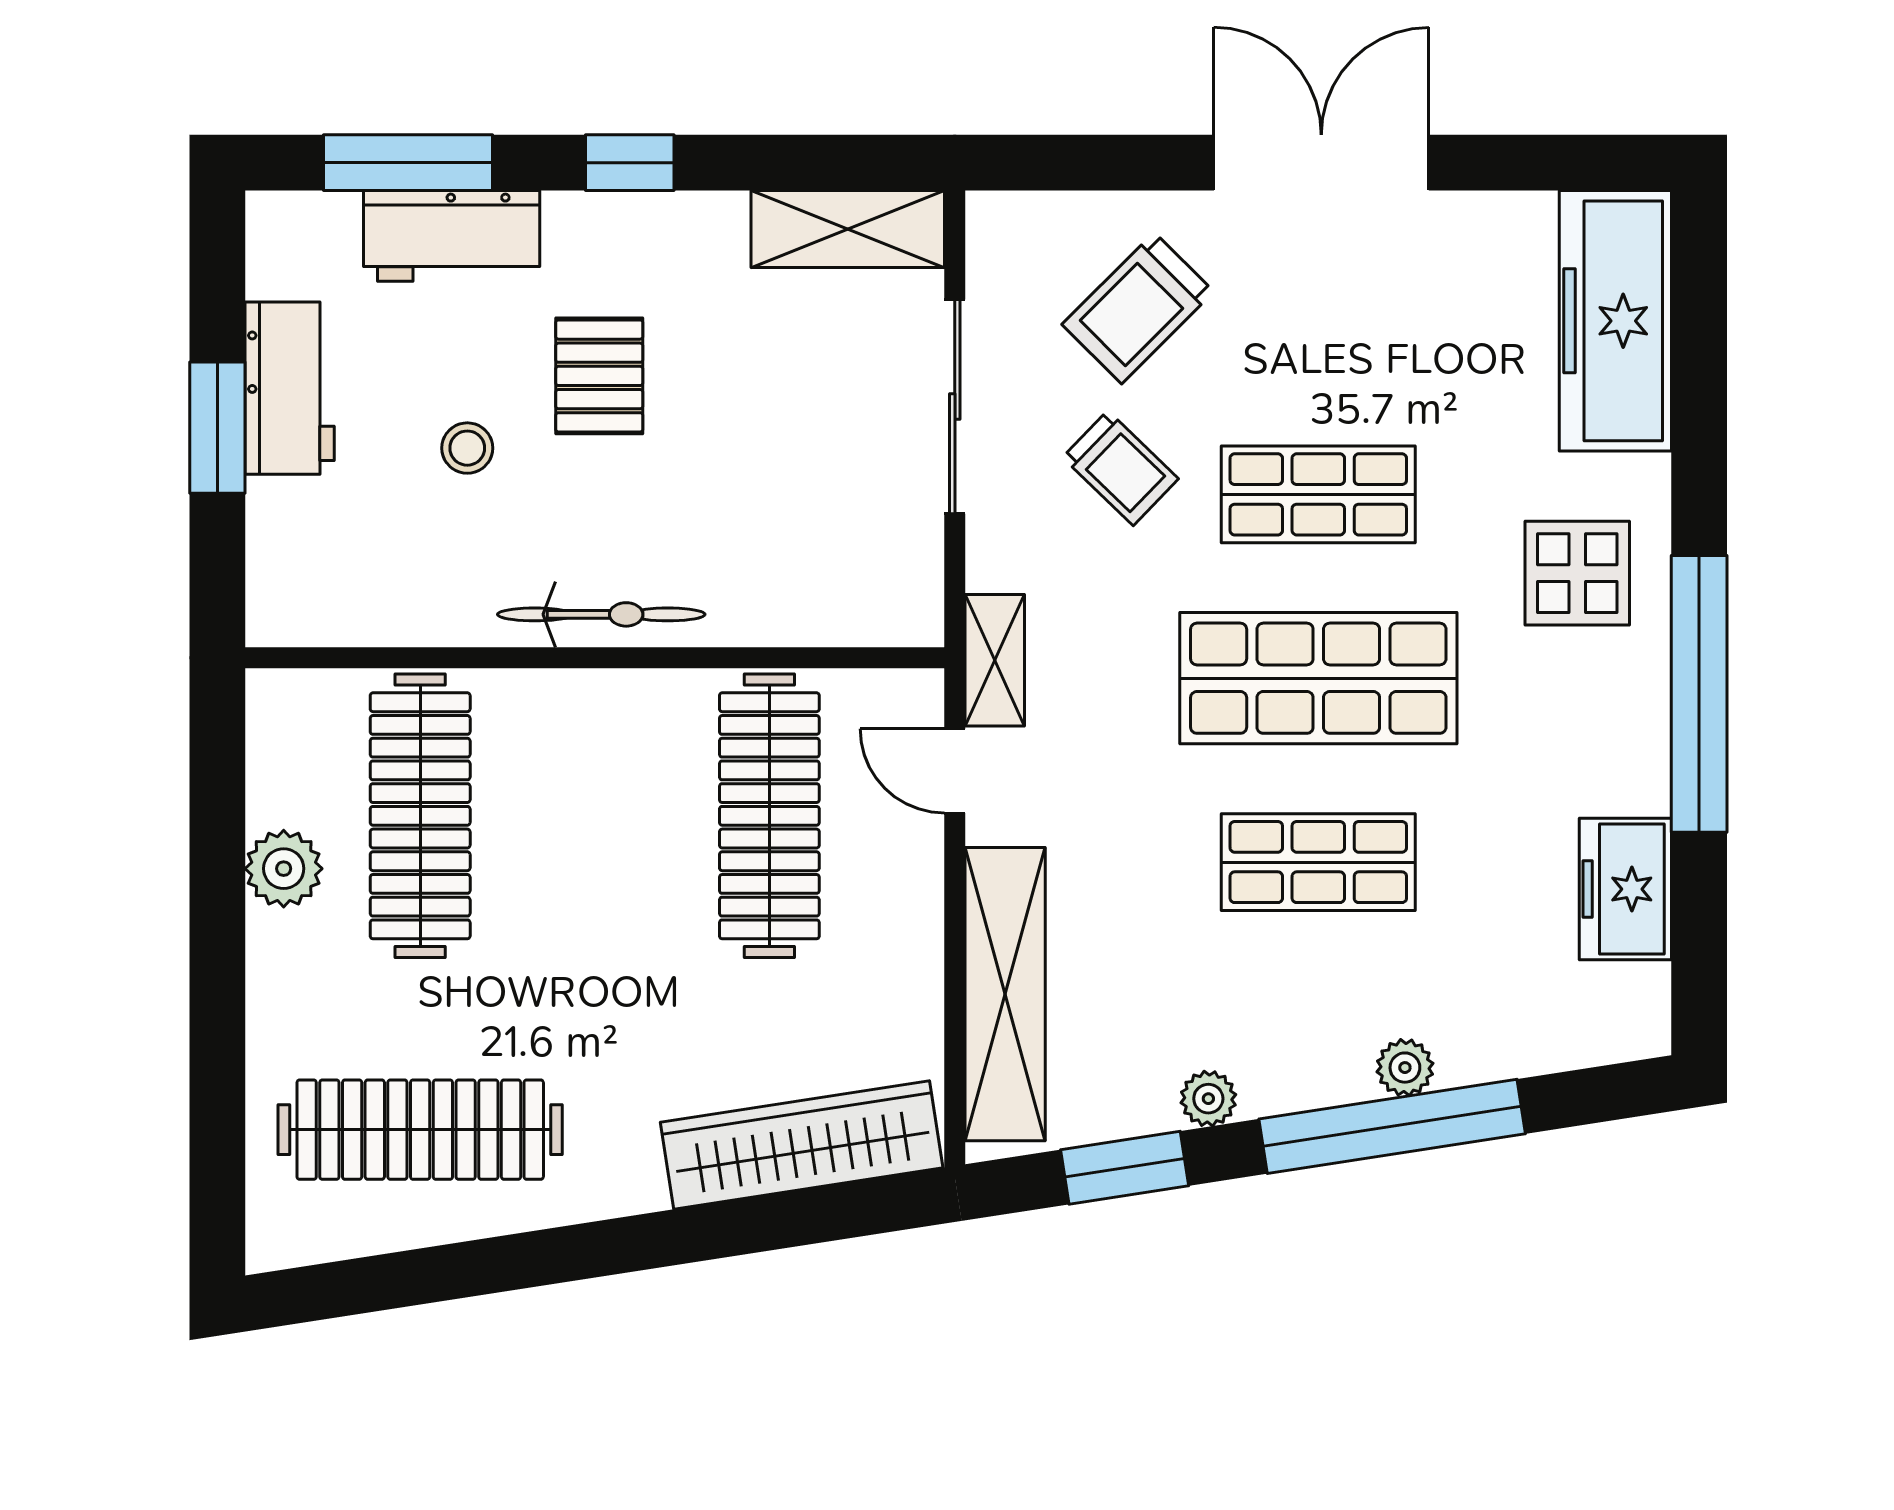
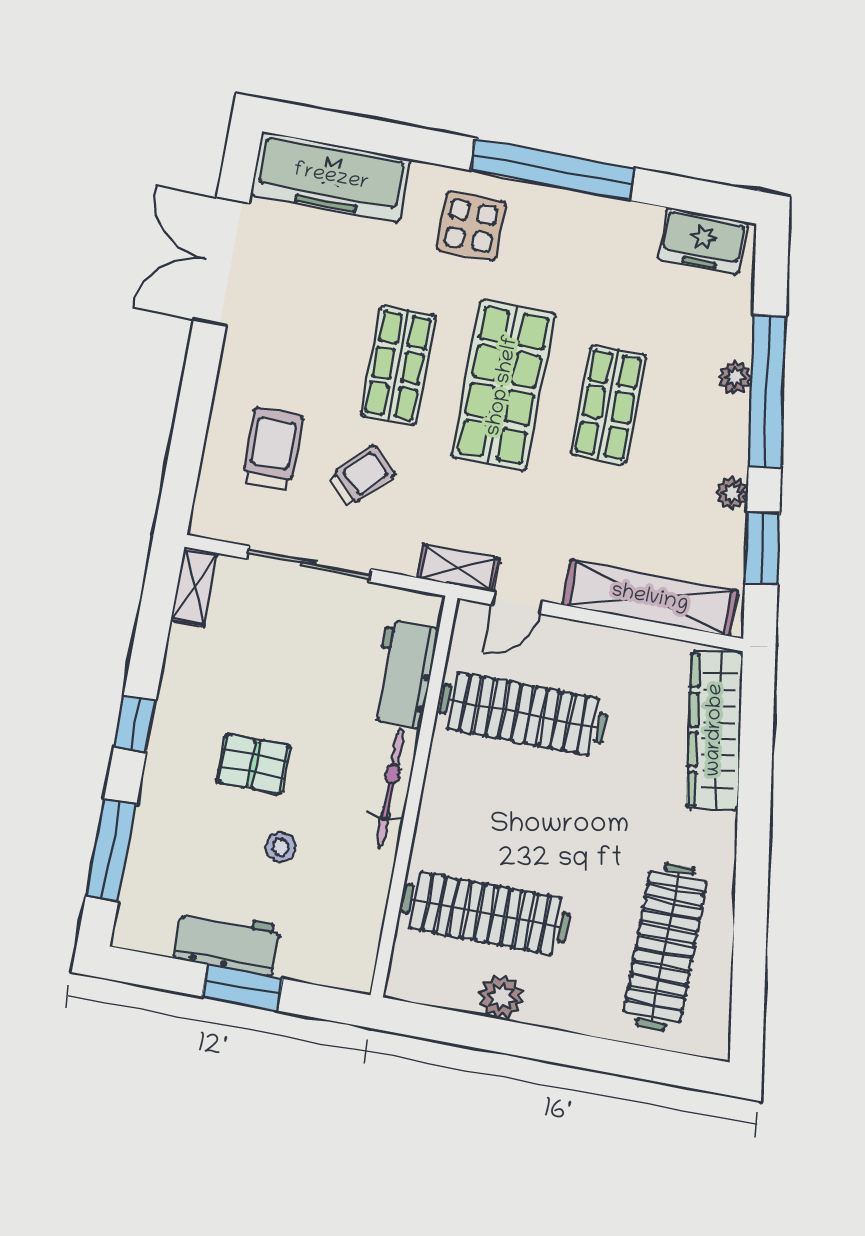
double door: (1321, 163) -> (221, 262), moved
shelving: (848, 229) -> (194, 587), width x0.67, depth x0.75
workbench: (452, 236) -> (404, 674), moved, turned 180
trolley: (1138, 308) -> (272, 449), turned -135
freezer: (1625, 889) -> (703, 241), moved

